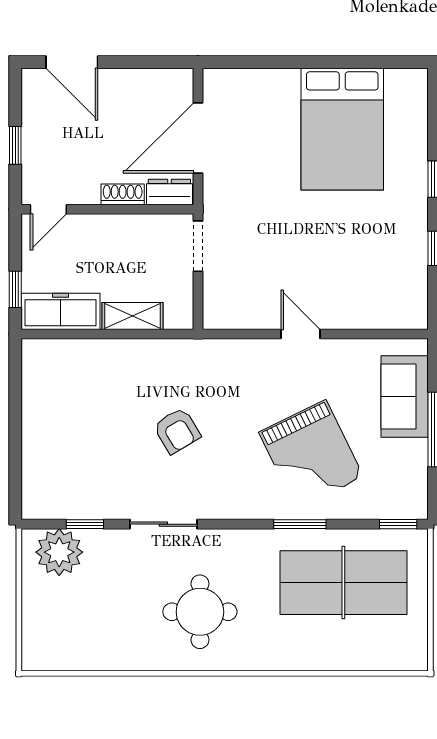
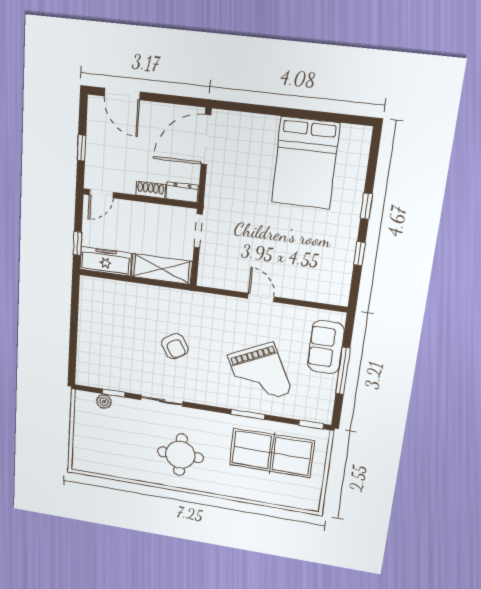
door: (198, 138) -> (206, 140), moved
shelving: (132, 316) -> (162, 269), width x1.50, depth x1.33
plant: (59, 552) -> (104, 401), width x0.53, depth x0.53

